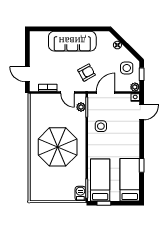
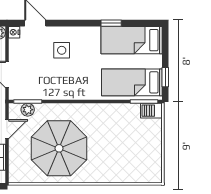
side table: (101, 126) -> (62, 50), moved
parasol: (58, 147) -> (59, 148), moved

